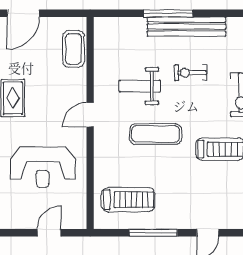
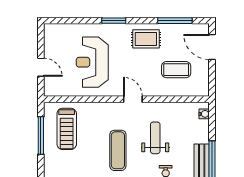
water cooler: (109, 23) -> (204, 114), added
coffee table: (74, 49) -> (176, 70), moved
window: (153, 233) -> (41, 136), moved

